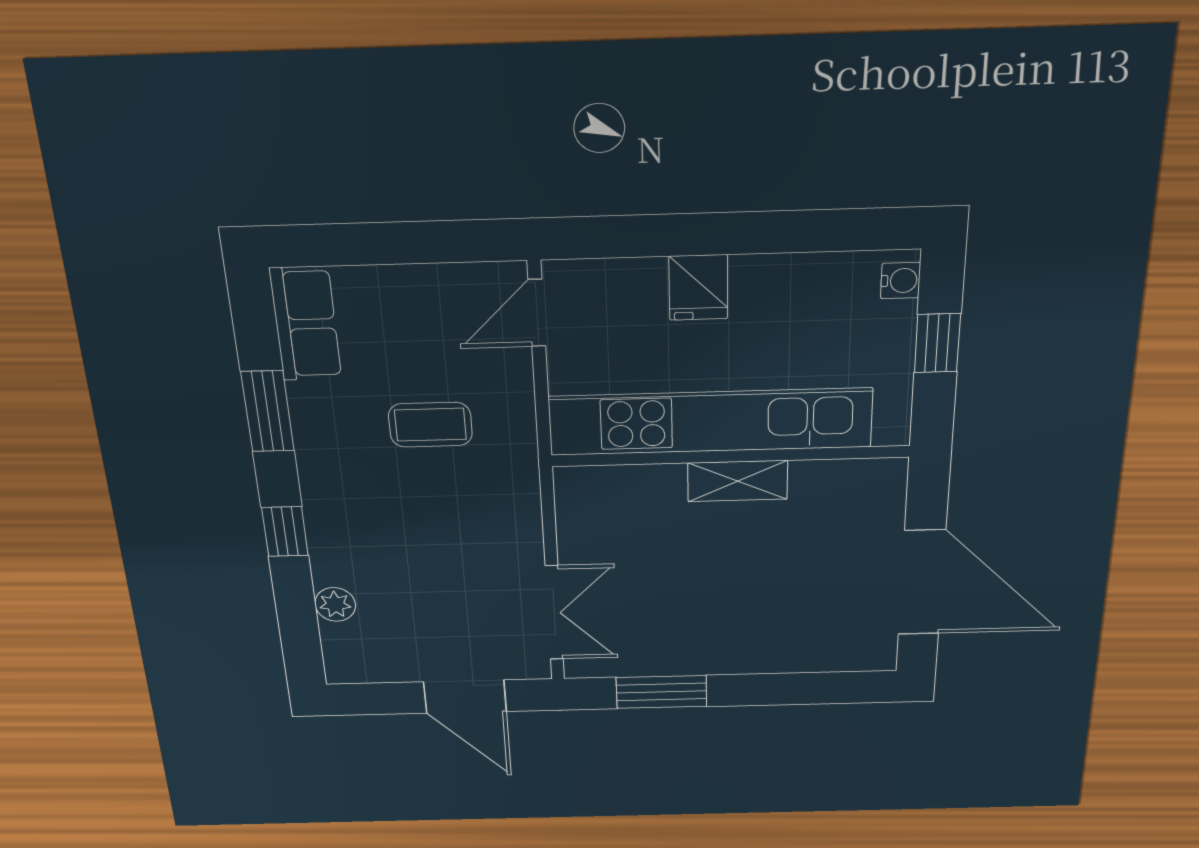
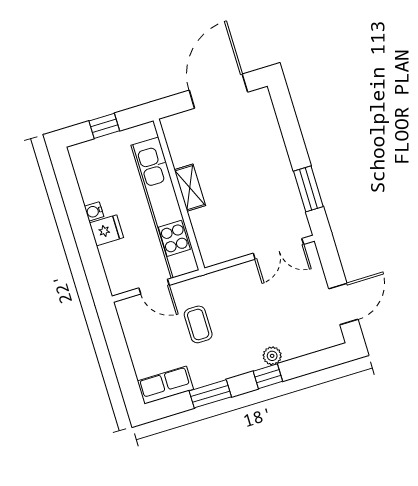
water cooler: (901, 281) -> (94, 211), moved, turned -90
door: (537, 313) -> (154, 287), moved
plant: (335, 604) -> (272, 356), moved
double door: (554, 613) -> (278, 249), swing flipped
door: (465, 697) -> (343, 304), moved

